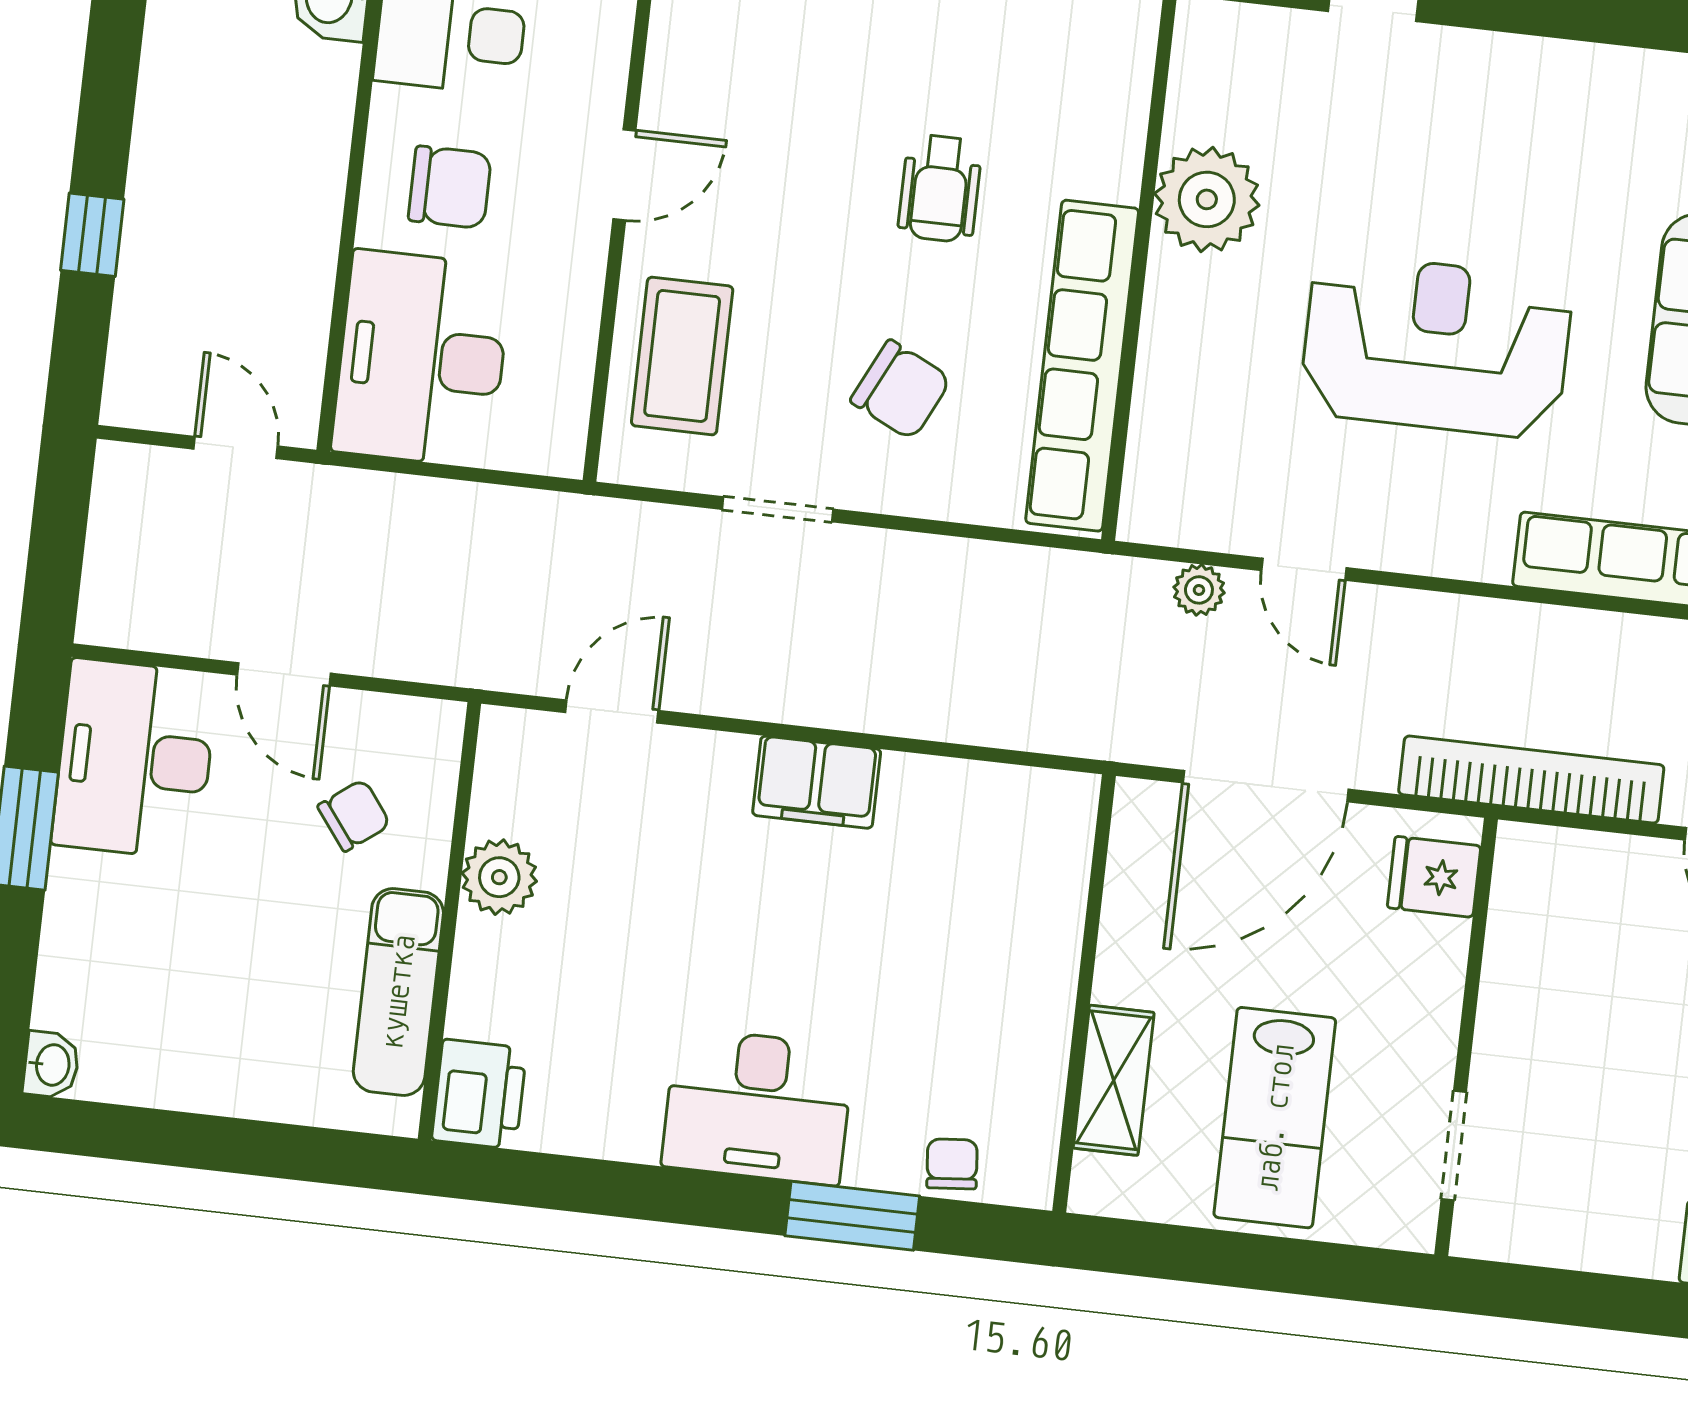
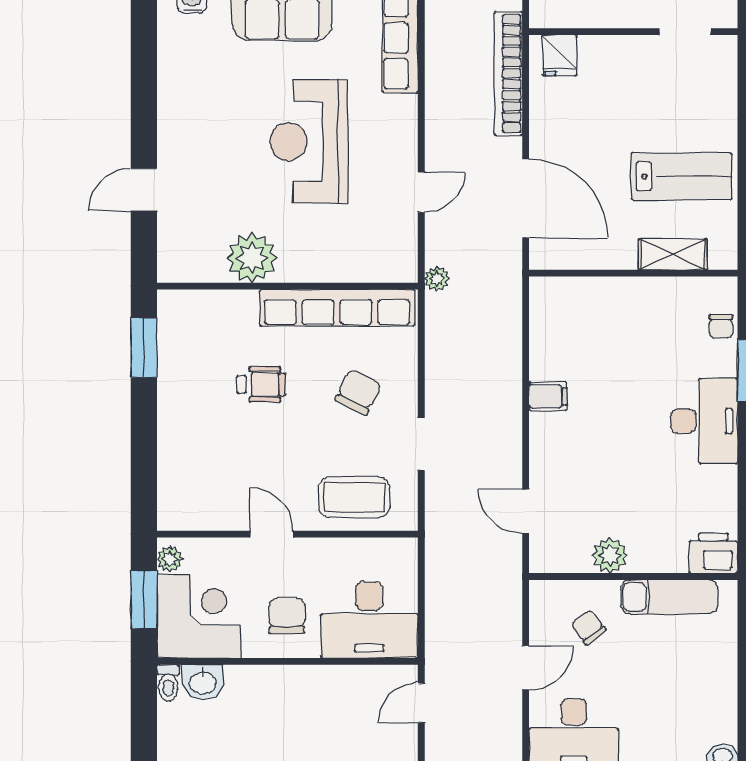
plant: (1199, 590) -> (437, 279), moved
filing cabinet: (817, 782) -> (548, 396), width x0.50
fridge: (1434, 877) -> (559, 55), moved
wall: (1466, 1037) -> (633, 32), moved
doorway: (1454, 1145) -> (685, 32), moved
chair: (952, 1164) -> (721, 326), turned -85

